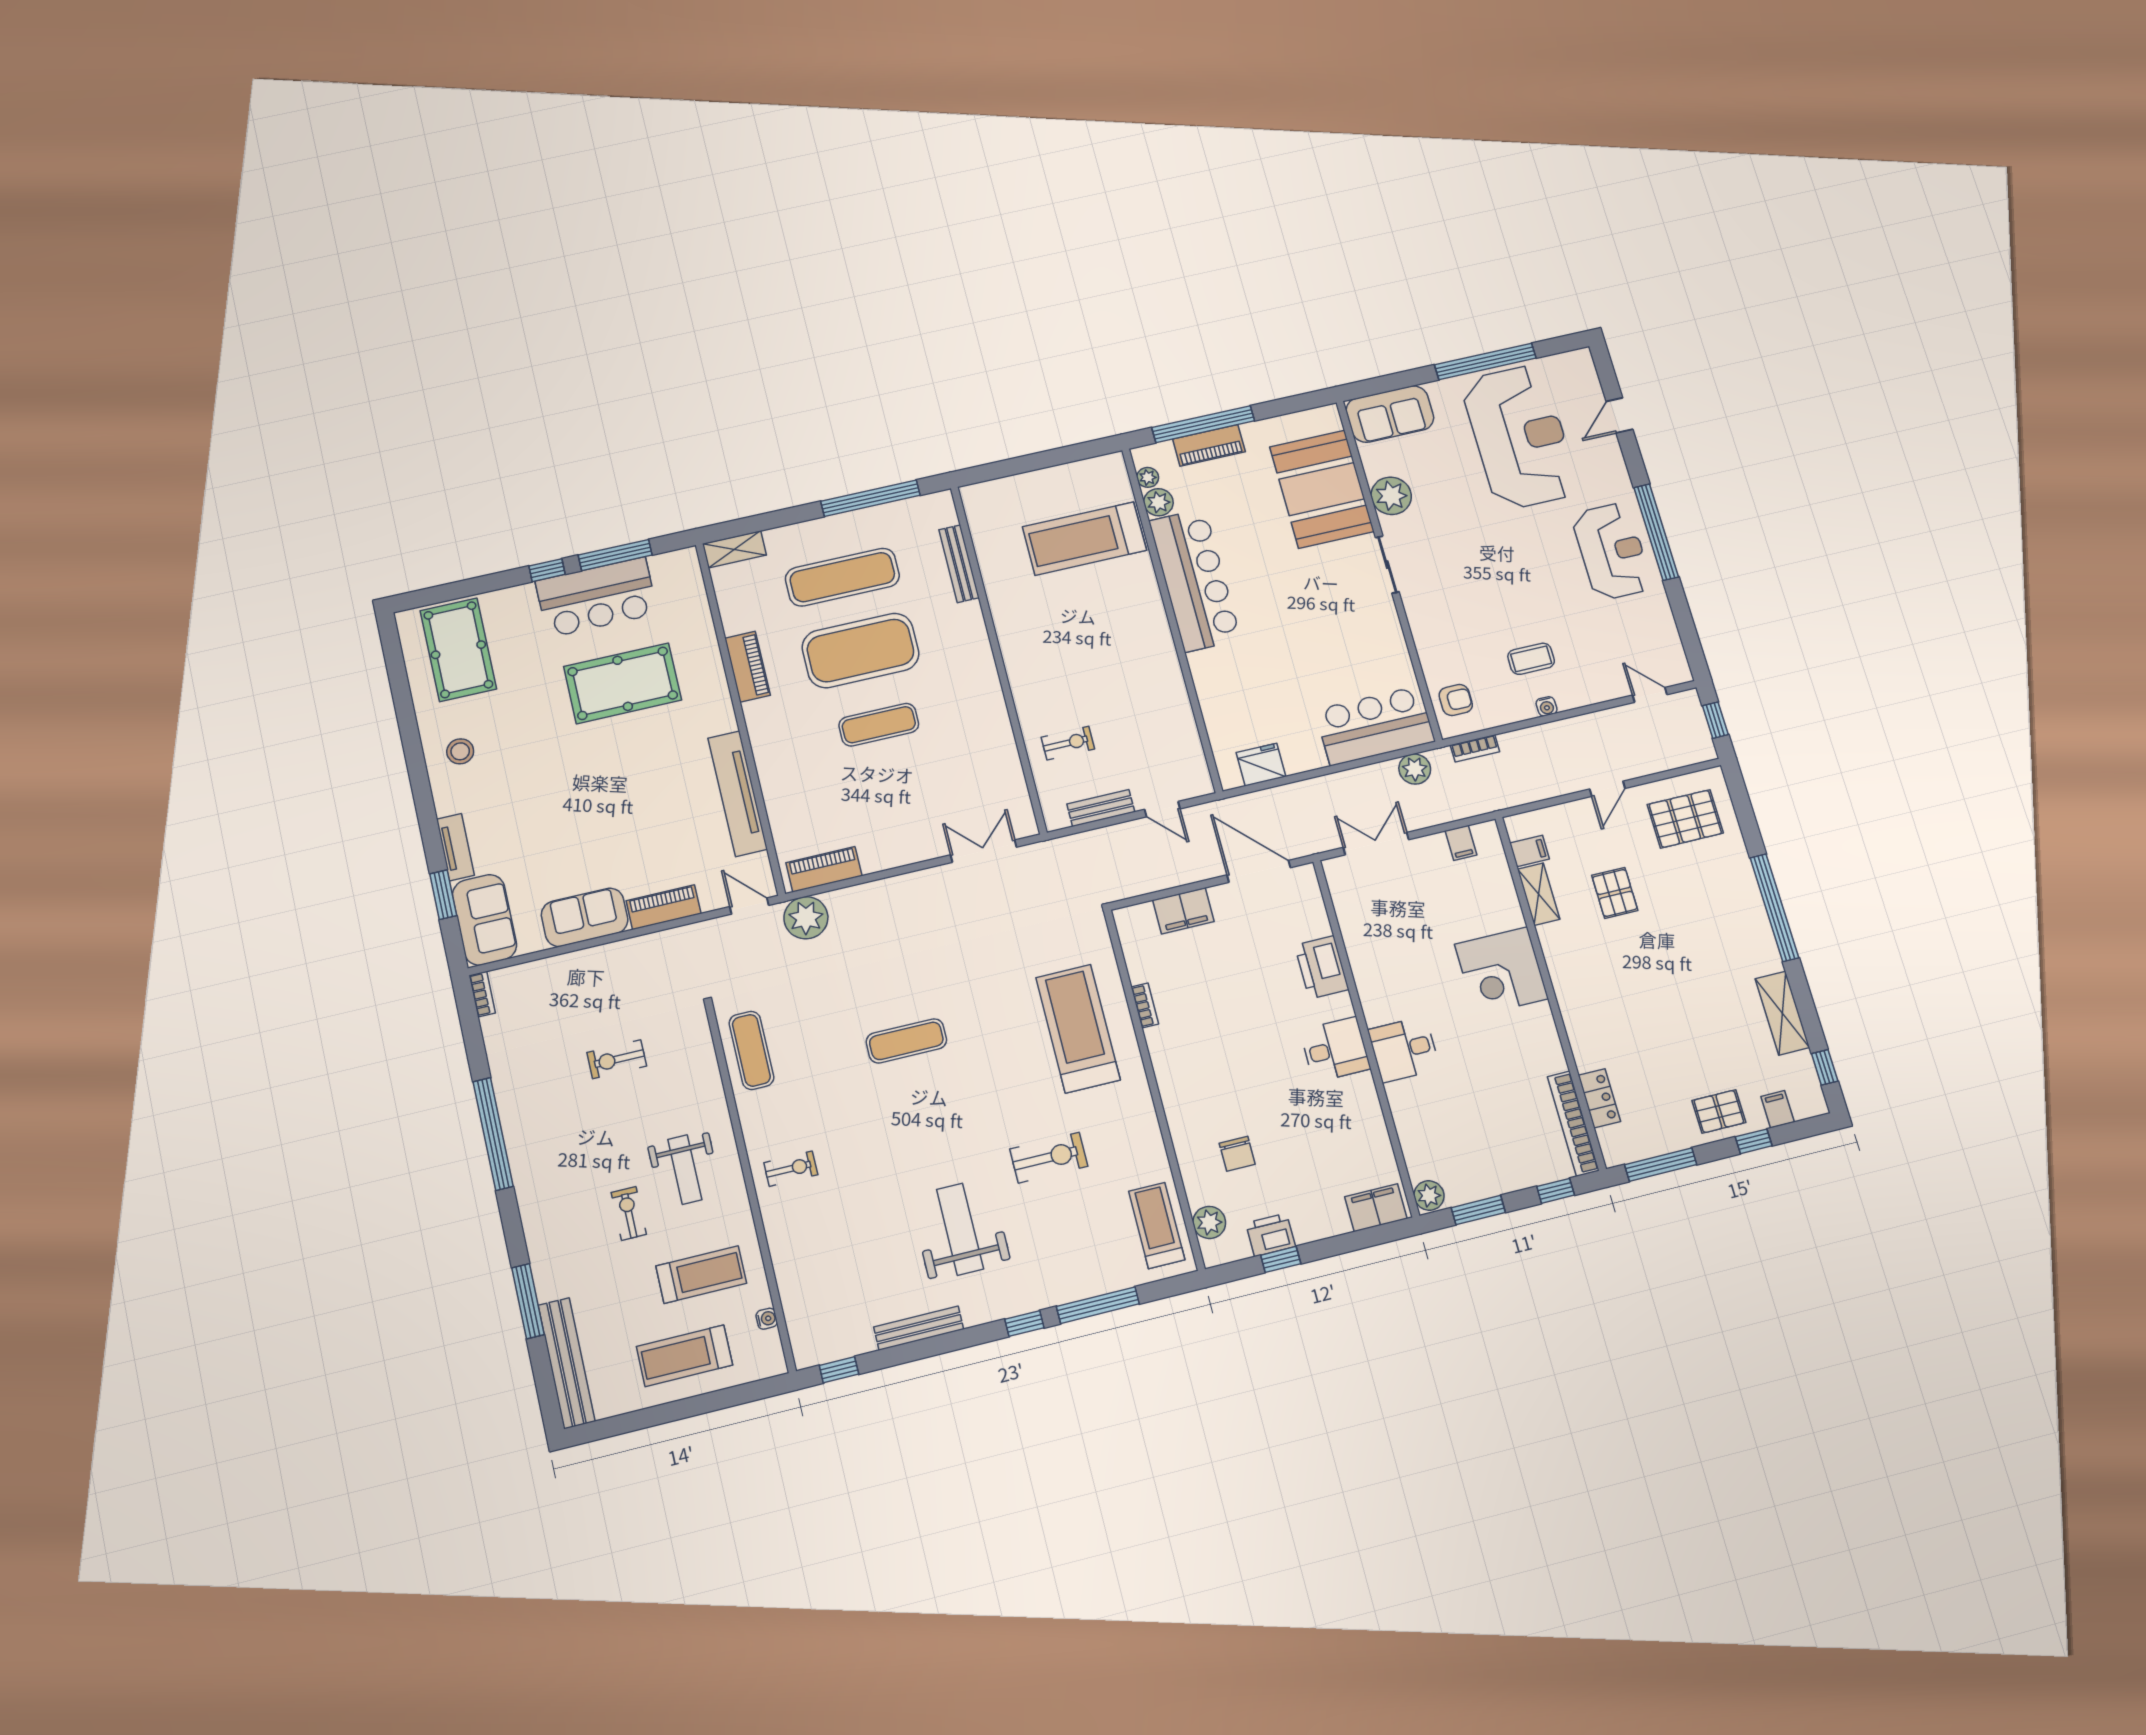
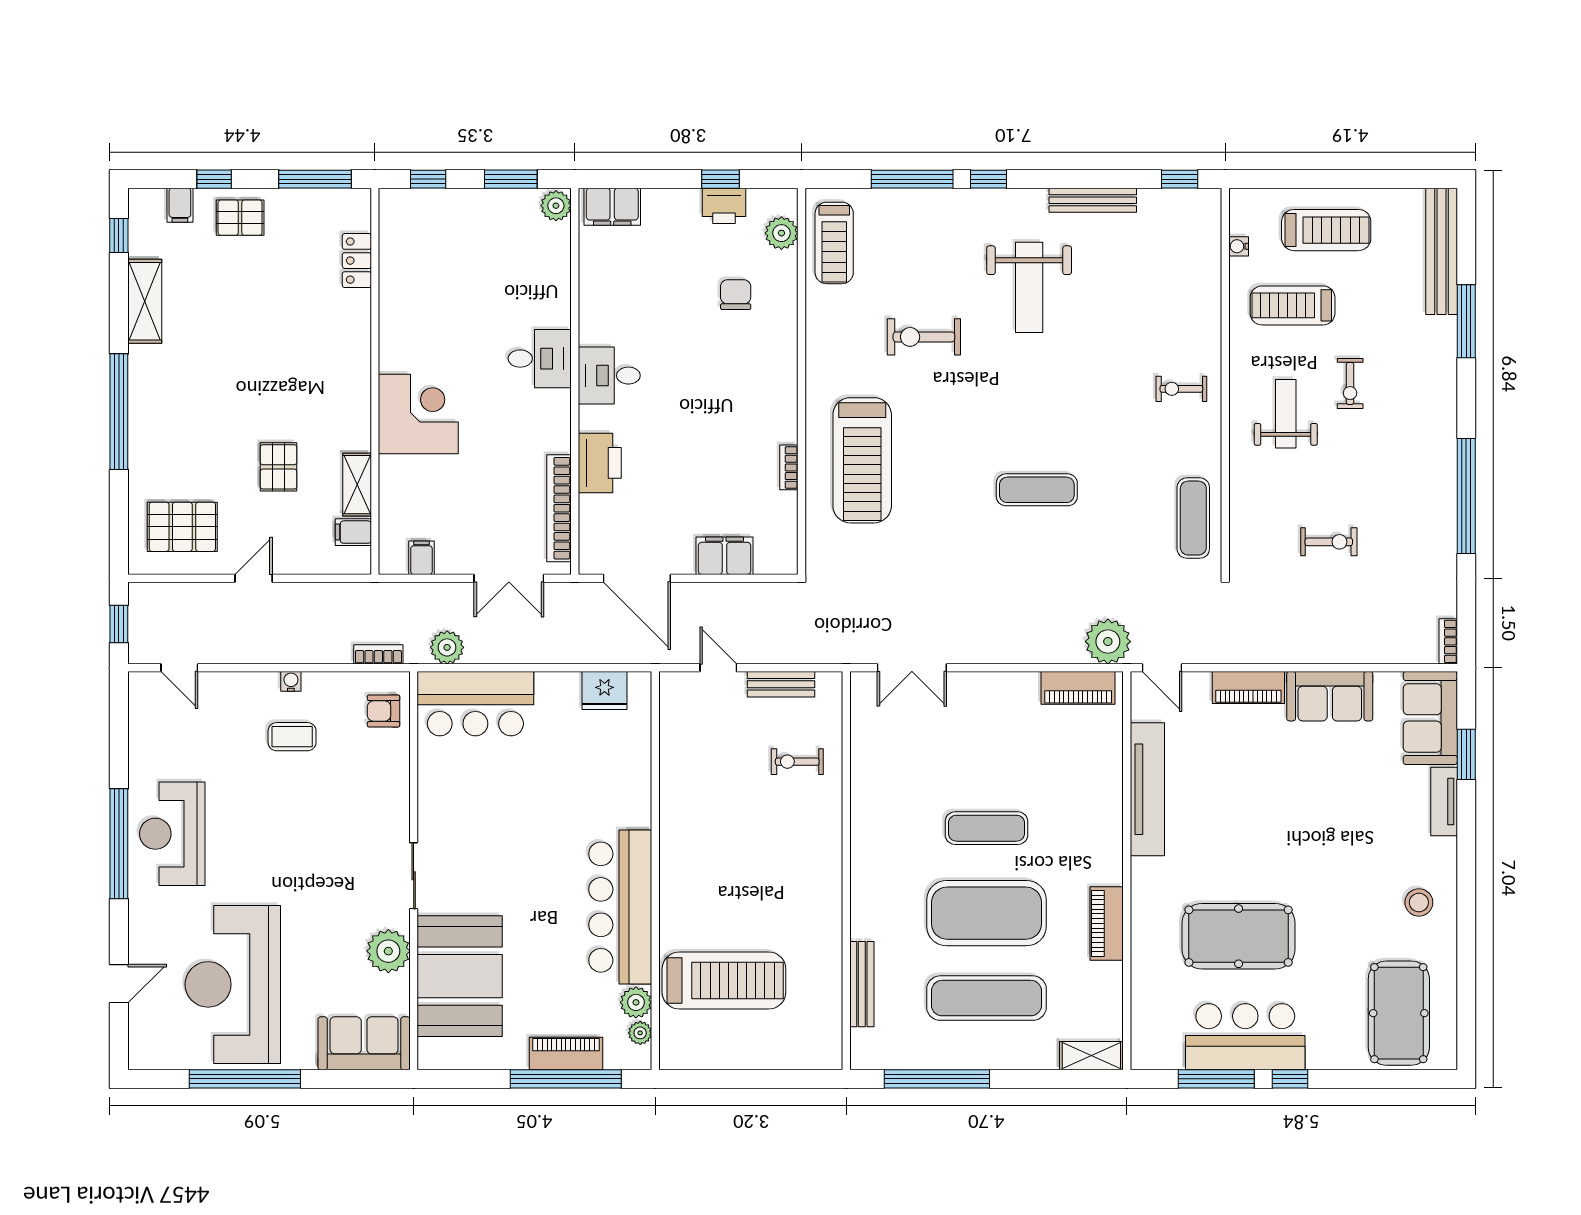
bookcase: (1573, 1124) -> (559, 508), moved, turned 180

